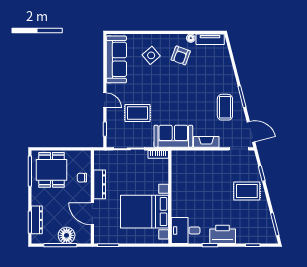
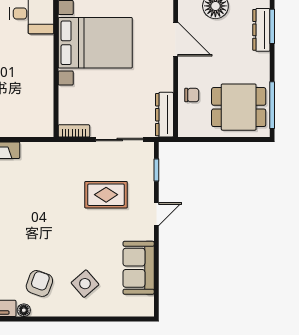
sofa: (116, 59) -> (139, 268), width x0.73
door: (105, 100) -> (156, 214), swing flipped
sofa: (173, 136) -> (51, 159), removed
dining table: (51, 170) -> (239, 107), turned 90
dresser: (100, 184) -> (165, 115), moved

